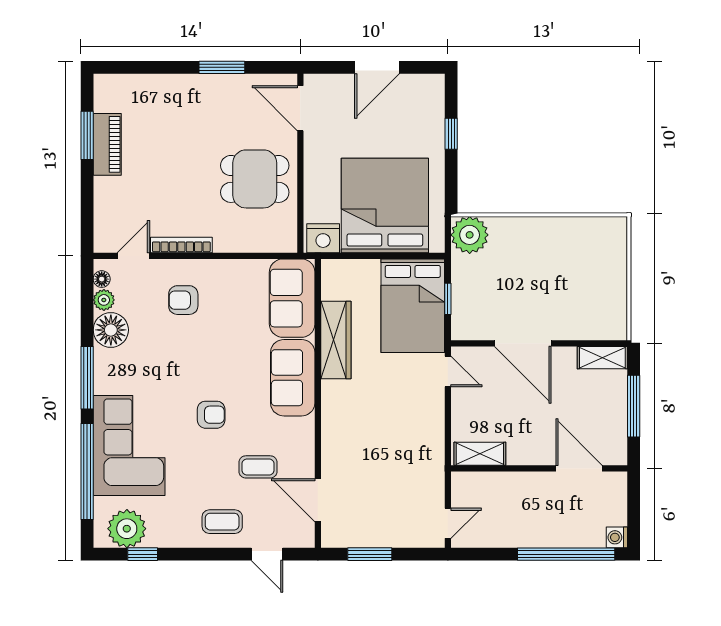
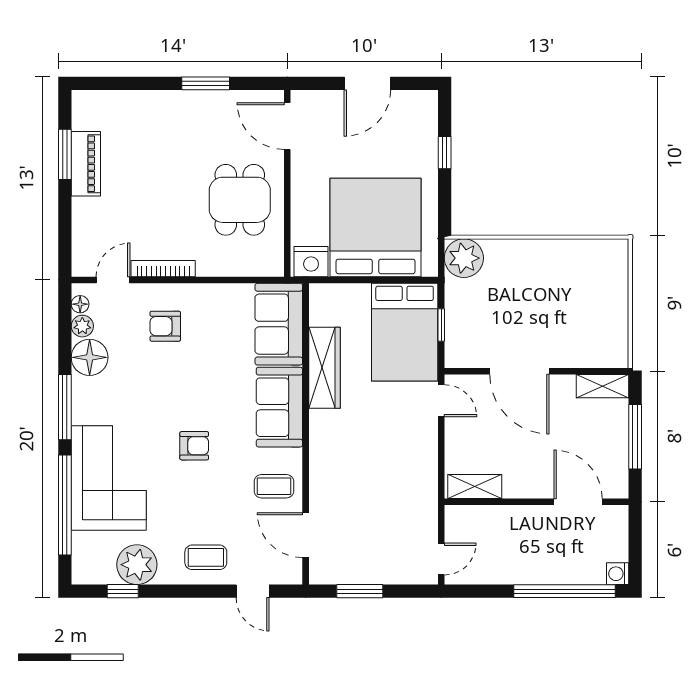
dining table: (255, 179) -> (240, 200), turned 90
coffee table: (258, 467) -> (274, 486), moved
plant: (127, 529) -> (137, 565), moved

